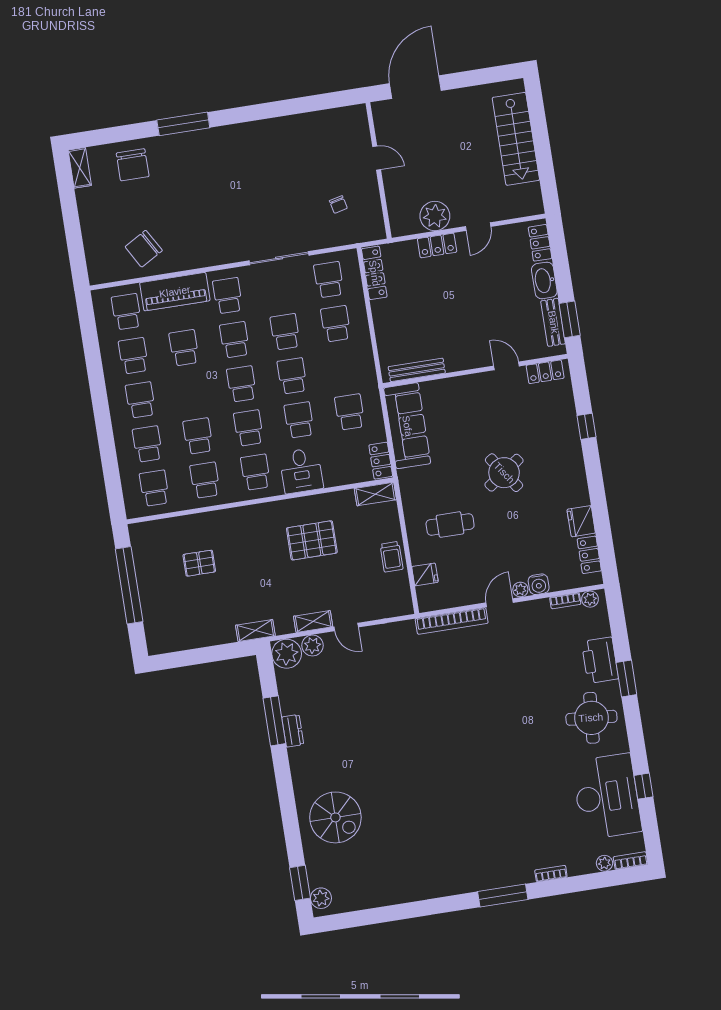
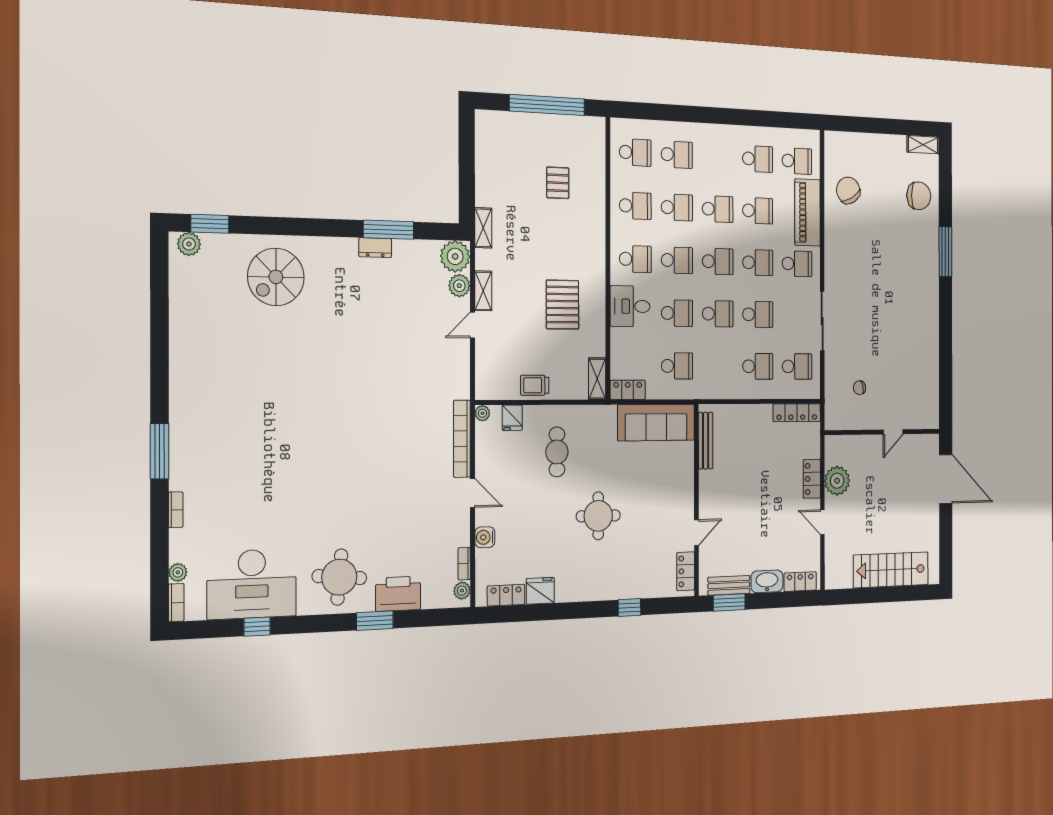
chair: (133, 165) -> (919, 196), turned 180
school desk: (140, 400) -> (718, 209), moved
round table: (504, 473) -> (598, 516), turned 35
plant: (520, 590) -> (482, 413), moved

